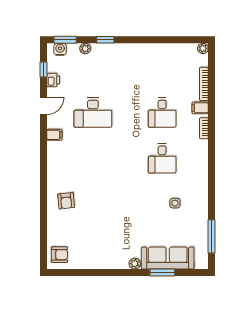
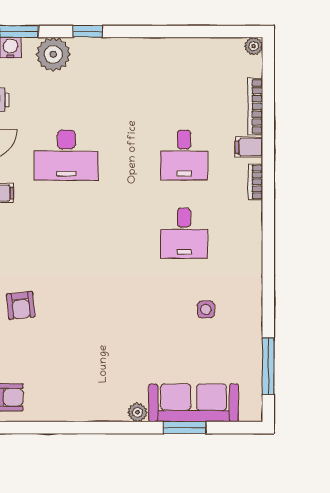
plant: (85, 49) -> (53, 54), width x1.88, depth x1.88

